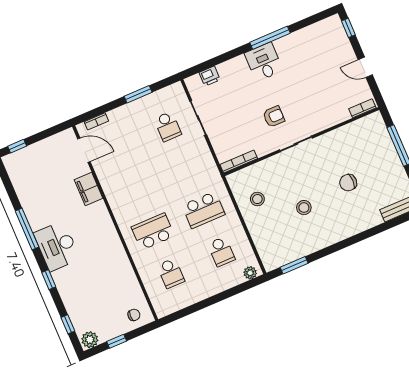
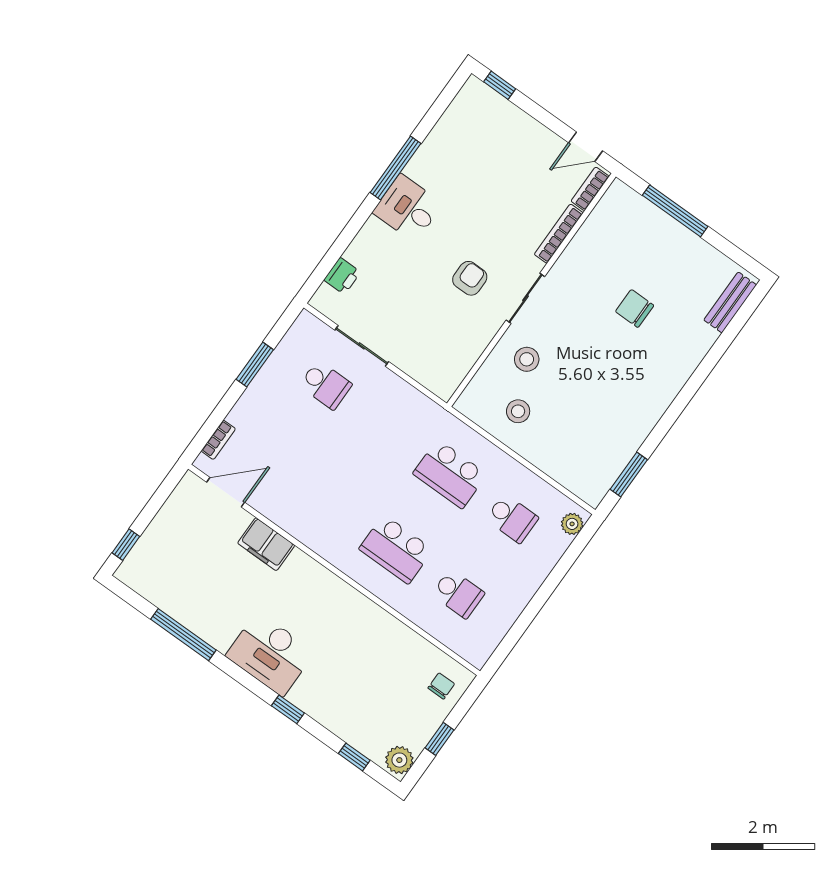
door: (365, 67) -> (586, 147), moved
bookcase: (239, 162) -> (559, 234), moved
chair: (348, 183) -> (635, 308), turned 90
stool: (304, 208) -> (527, 359), moved
school desk: (203, 210) -> (450, 474), turned 90
window: (27, 229) -> (183, 635), moved
school desk: (153, 232) -> (396, 549), turned -90

